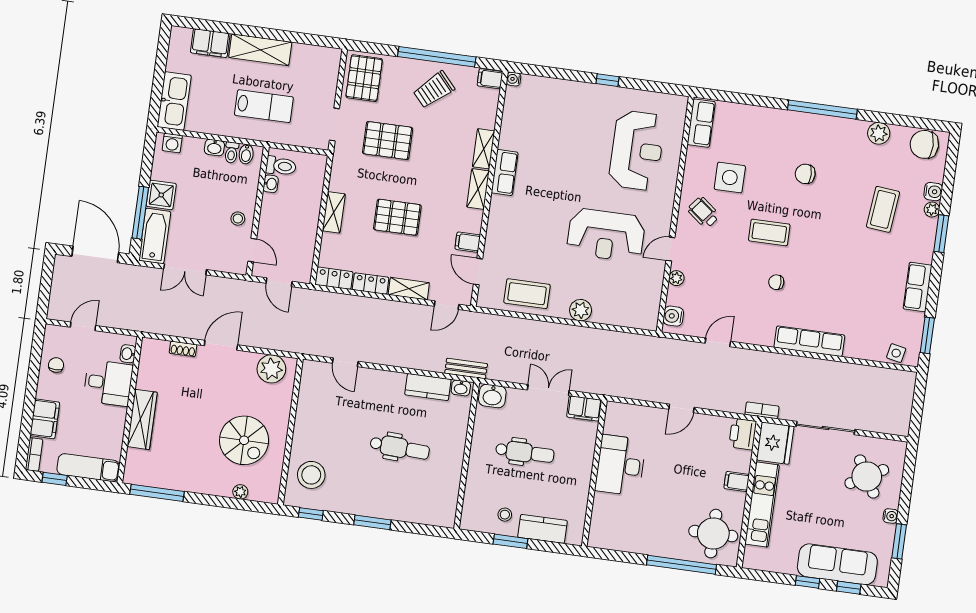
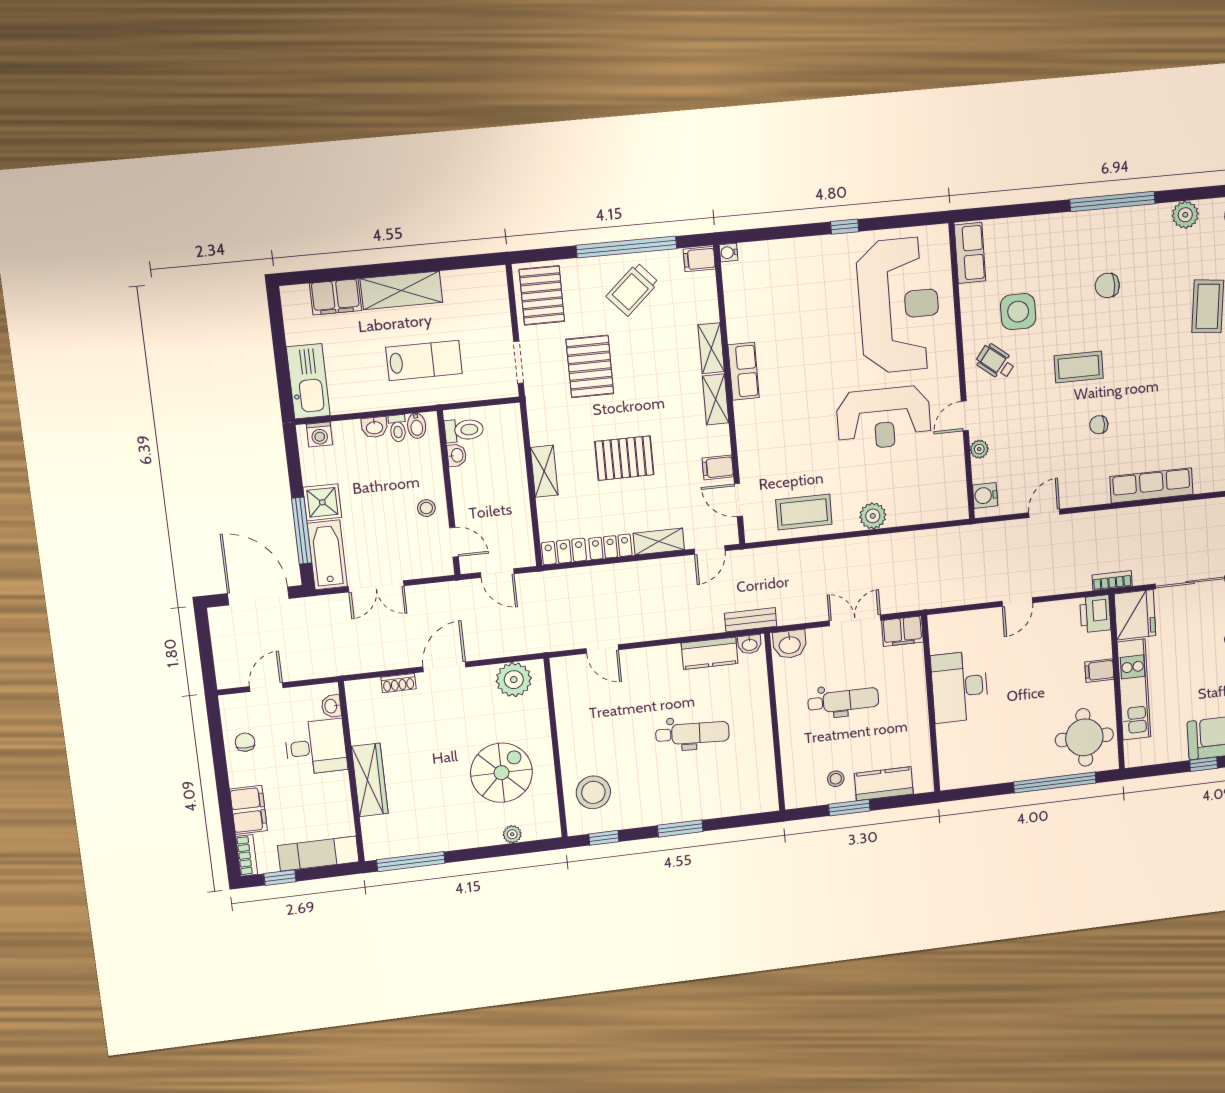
pallet: (388, 141) -> (590, 366), turned 90
reception desk: (637, 150) -> (899, 305), width x1.36, depth x1.30
spiral stairs: (244, 440) -> (501, 773), turned -90

